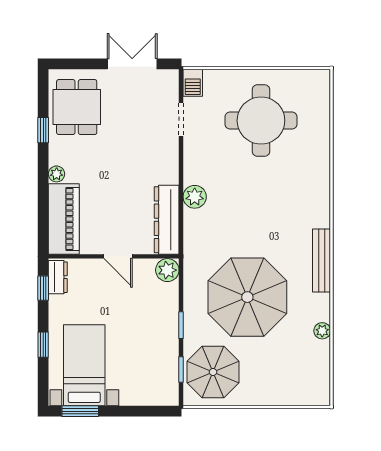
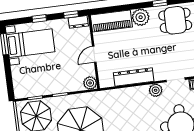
plant: (57, 174) -> (141, 17), width x1.87, depth x1.87
plant: (195, 197) -> (156, 90), moved
dresser: (167, 220) -> (134, 77), moved

